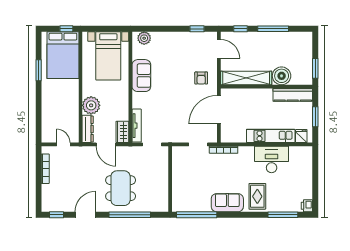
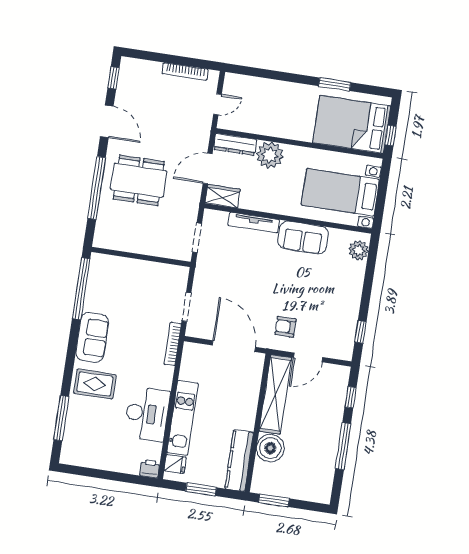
door: (219, 49) -> (308, 357), moved
tv unit: (137, 126) -> (254, 223), moved
printer: (307, 206) -> (150, 469), moved

